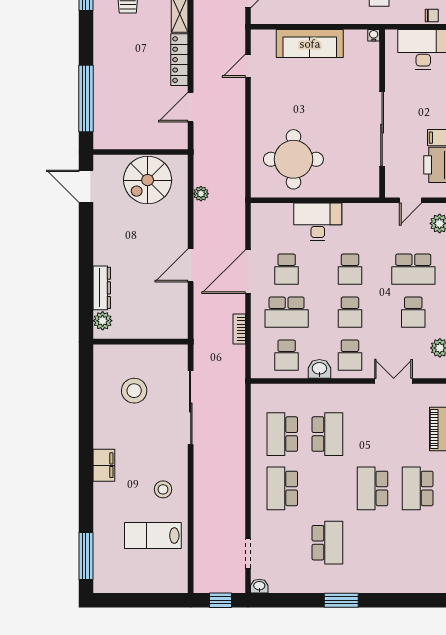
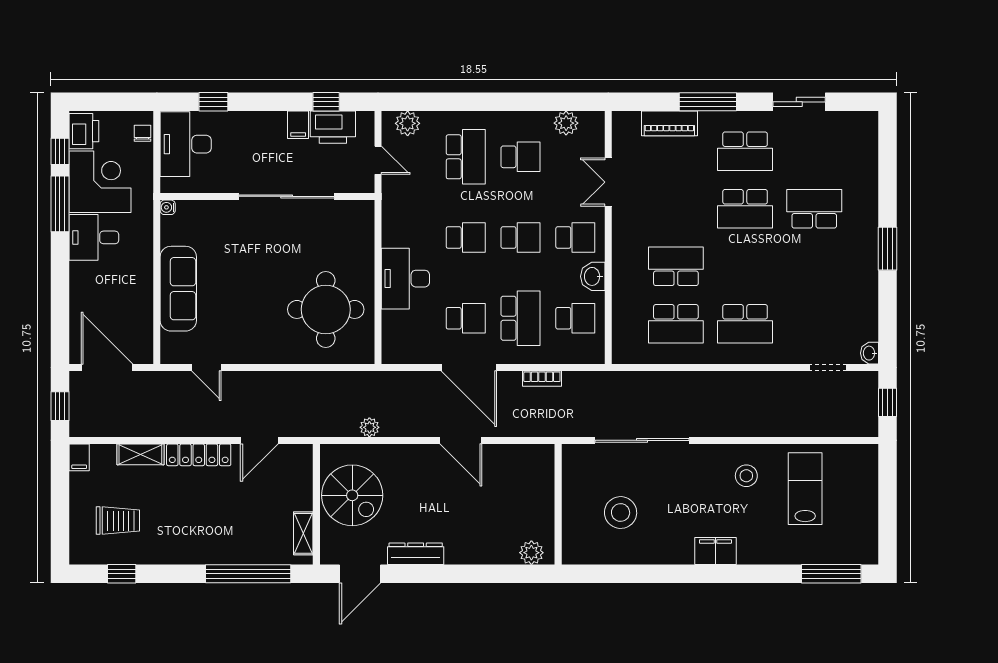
door: (191, 107) -> (259, 440), hinge flipped
shelving: (118, 142) -> (303, 533), added
dresser: (102, 288) -> (416, 554), moved
lab bench: (153, 536) -> (805, 489), turned 180
school desk: (327, 543) -> (814, 209), moved

